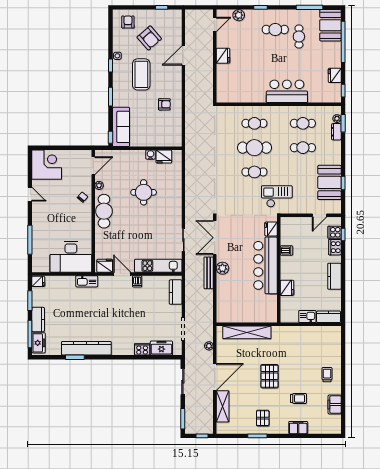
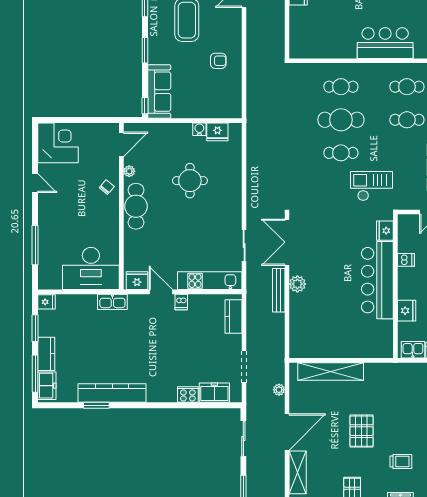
fridge: (271, 229) -> (385, 231), moved
dishwasher: (286, 251) -> (406, 260), moved
bar counter: (266, 265) -> (377, 280), moved
wall: (279, 270) -> (395, 286), moved
fridge: (287, 288) -> (407, 311), moved

